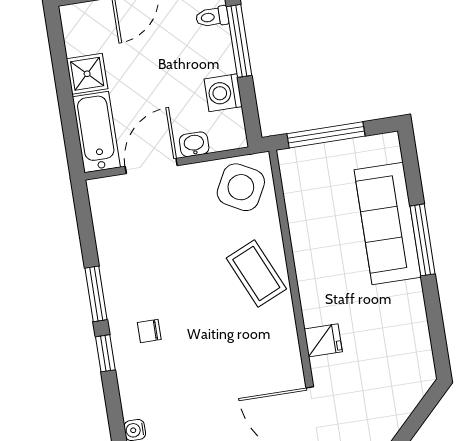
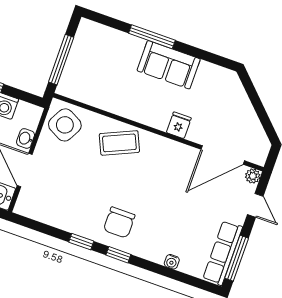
sofa: (388, 223) -> (169, 65), moved, width x0.73
window: (96, 294) -> (81, 242), width x0.67
chair: (149, 331) -> (119, 222), width x1.87, depth x1.87

